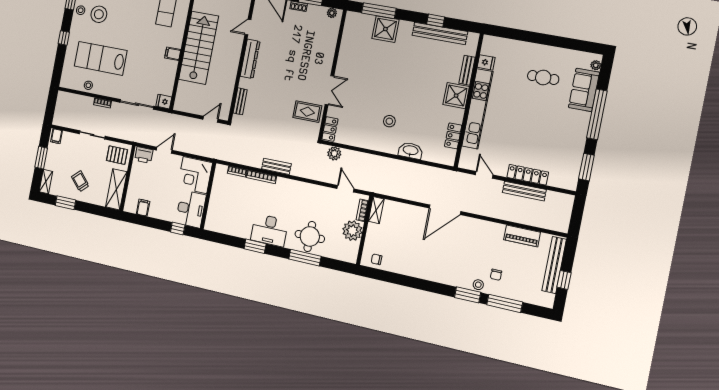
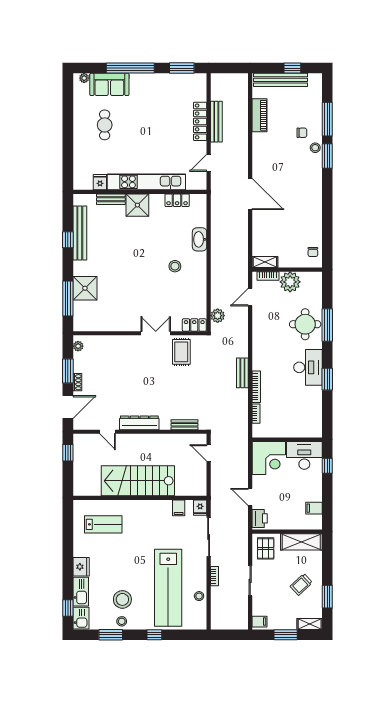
filing cabinet: (173, 54) -> (179, 508), moved
lab bench: (101, 58) -> (168, 588), width x1.36

